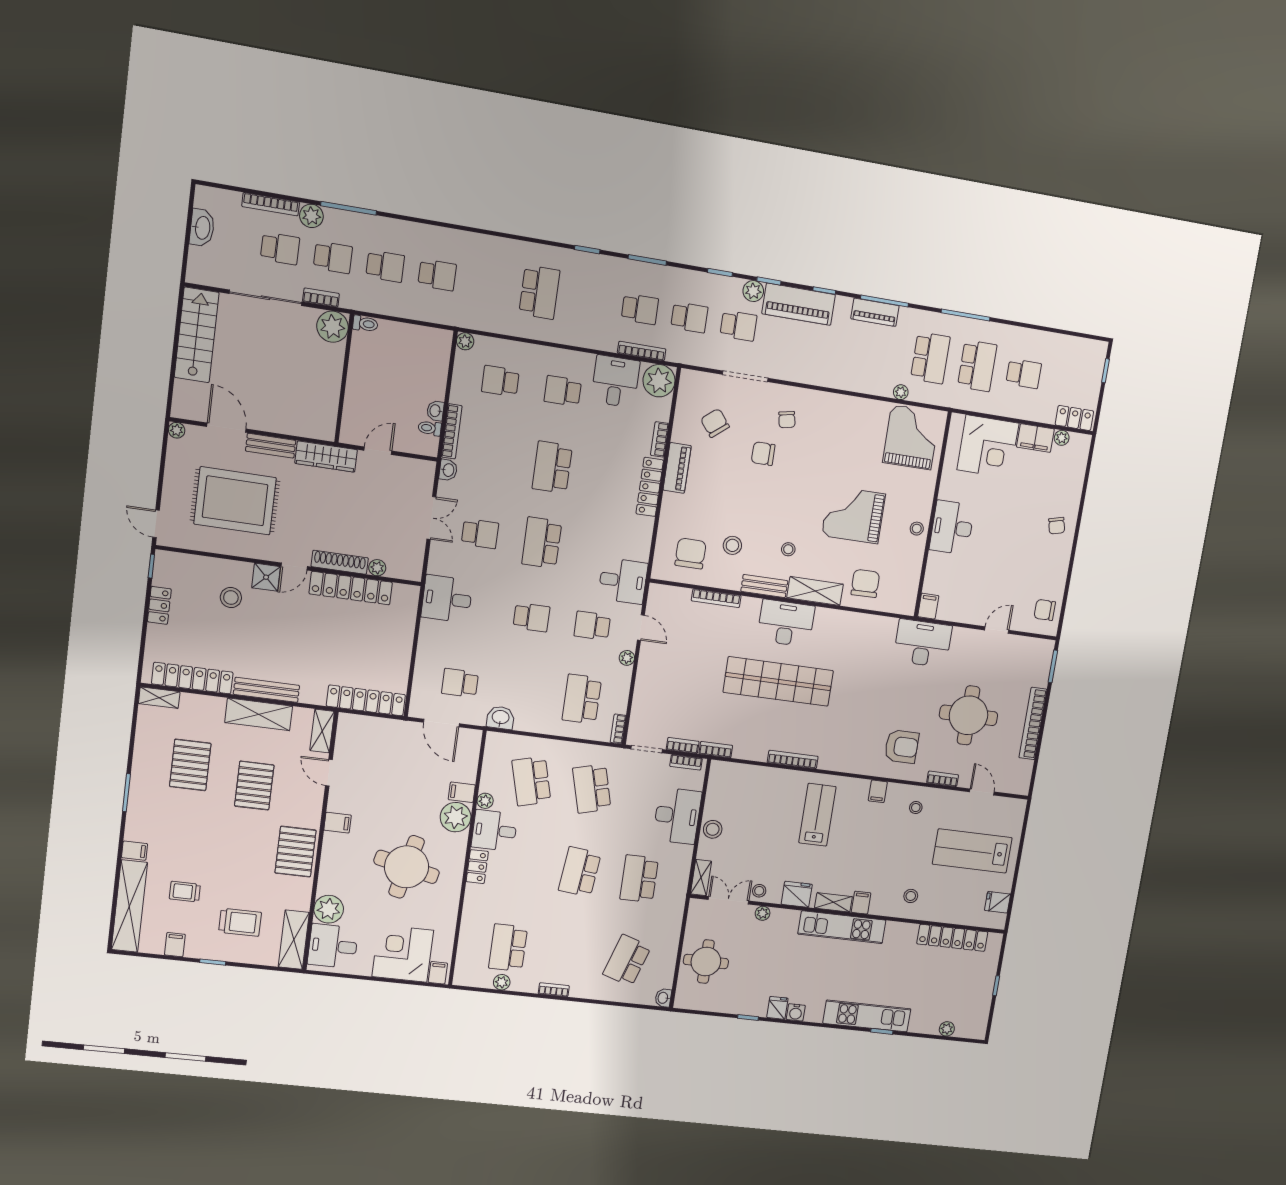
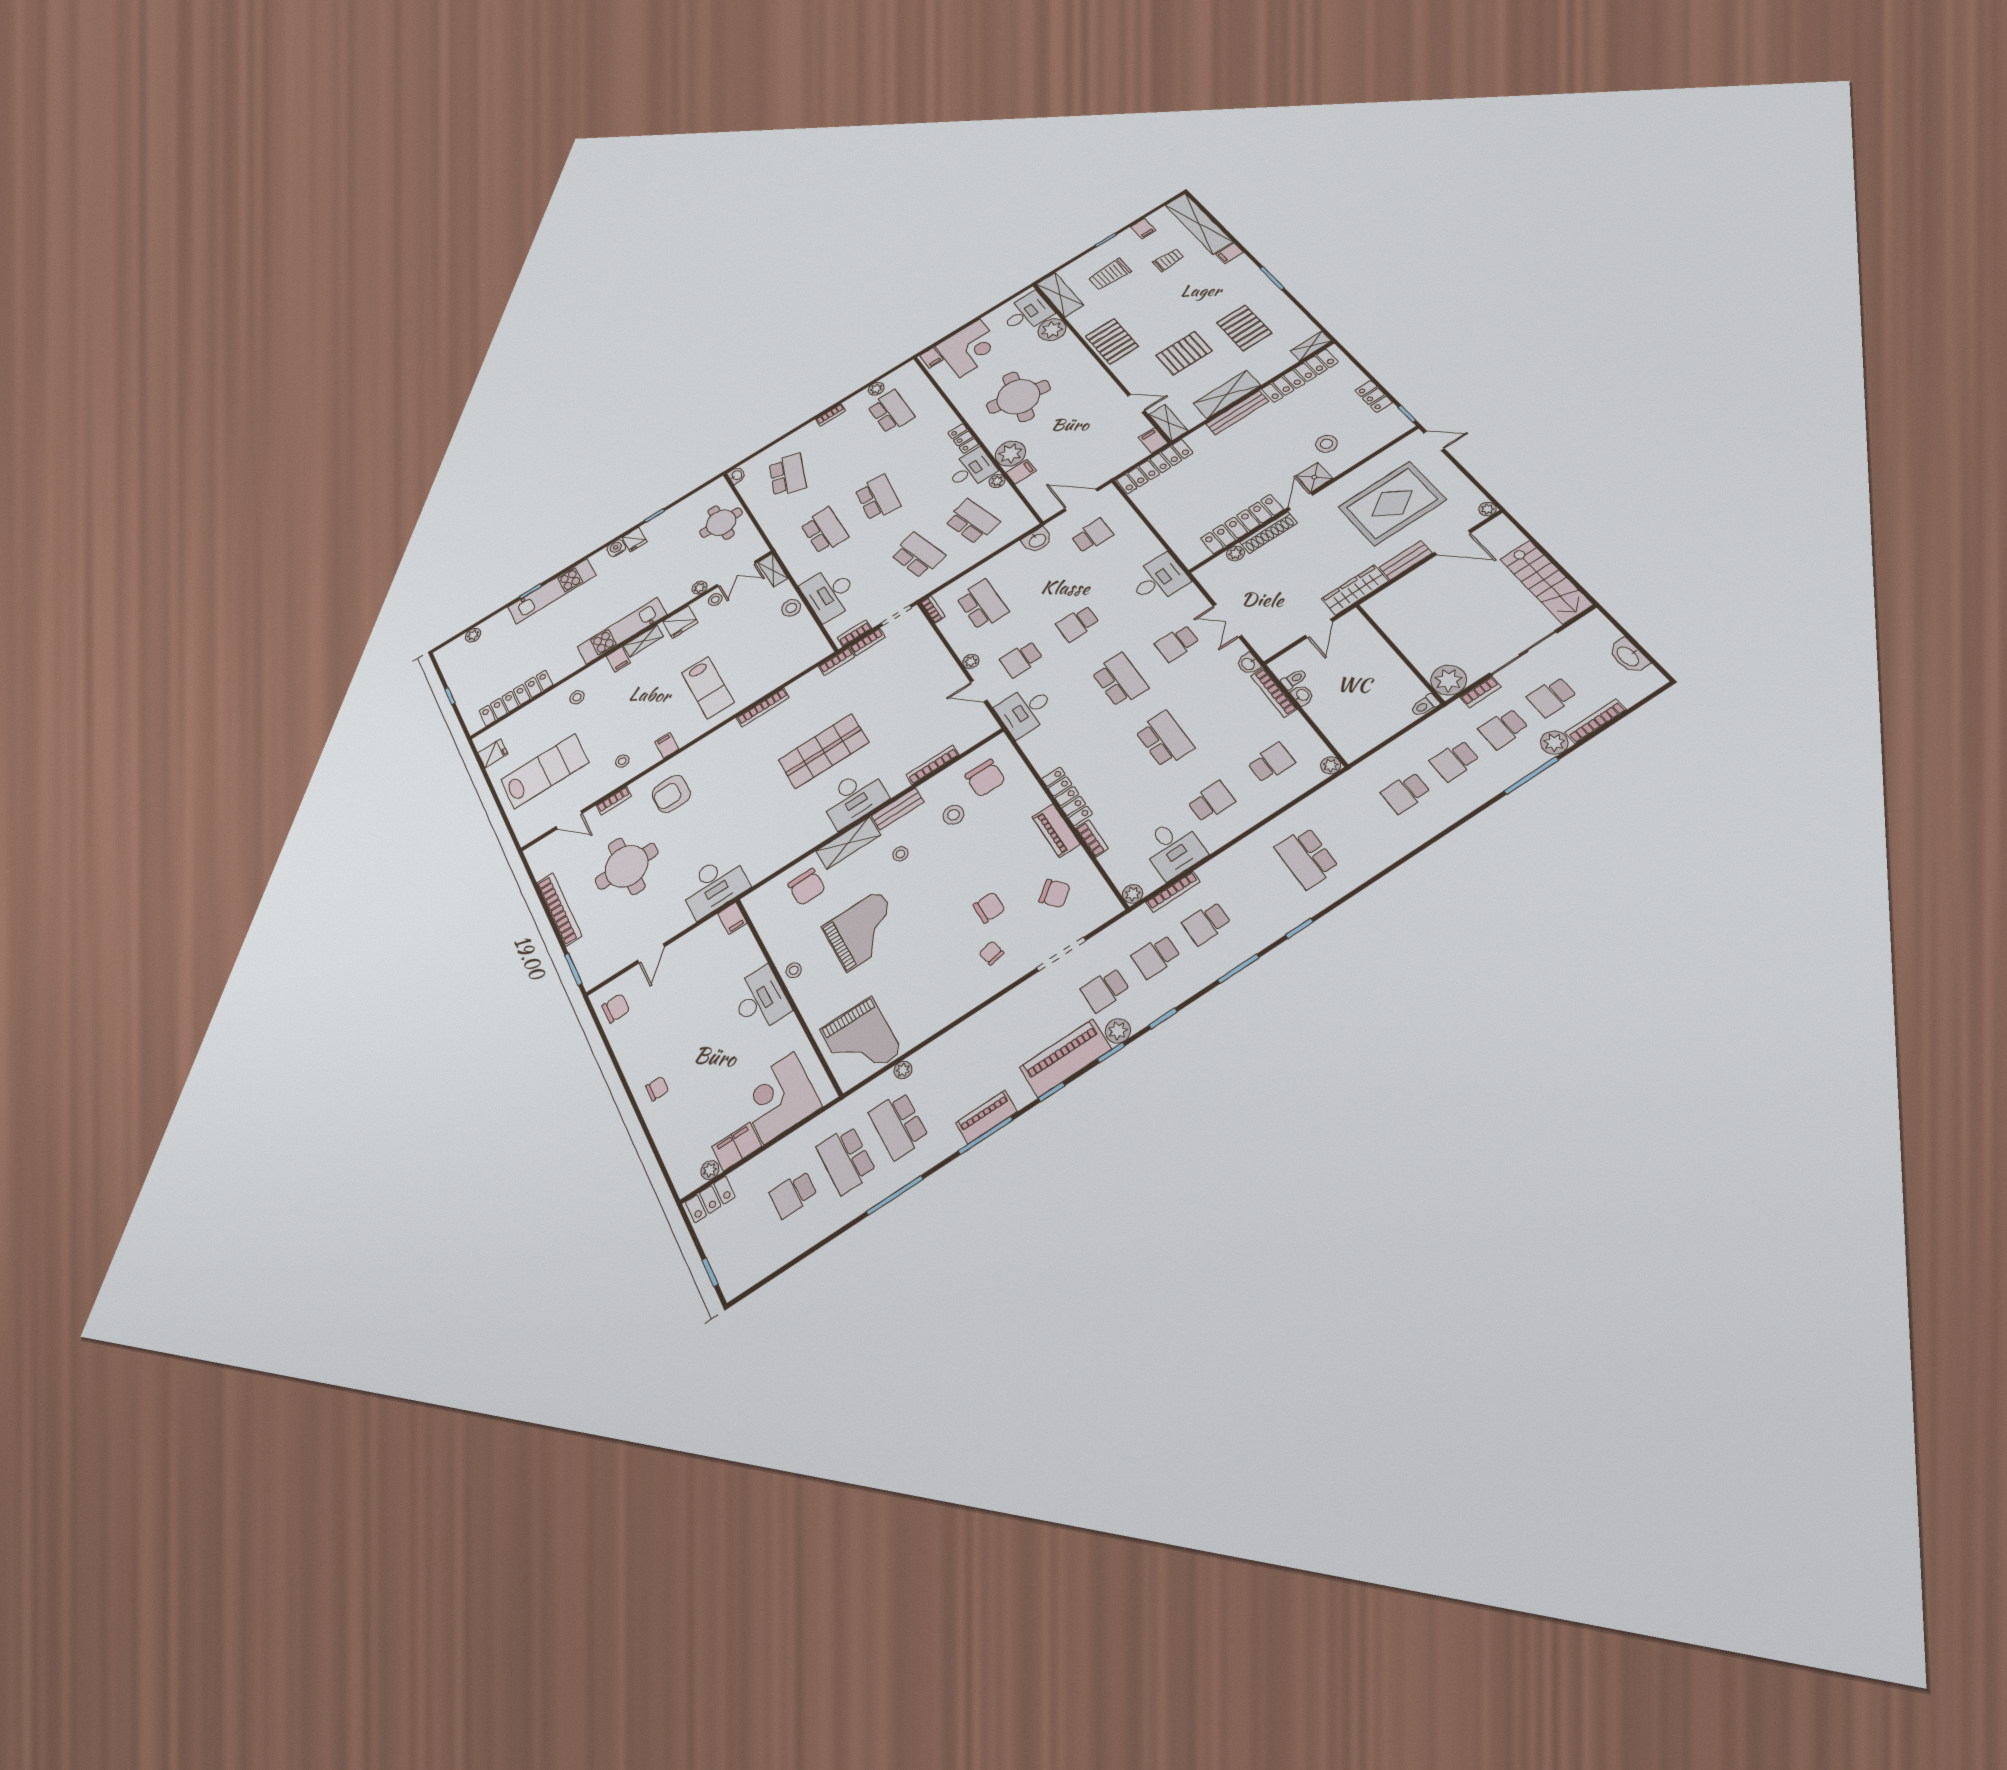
plant: (659, 381) -> (1133, 894), width x0.53, depth x0.53
chair: (1057, 526) -> (657, 1089), turned 104
school desk: (592, 626) -> (1021, 659), turned 180
shop shelf: (778, 681) -> (824, 751), width x0.71
pallet: (254, 786) -> (1184, 353), turned 90
filing cabinet: (338, 823) -> (1153, 440), moved, turned 90

